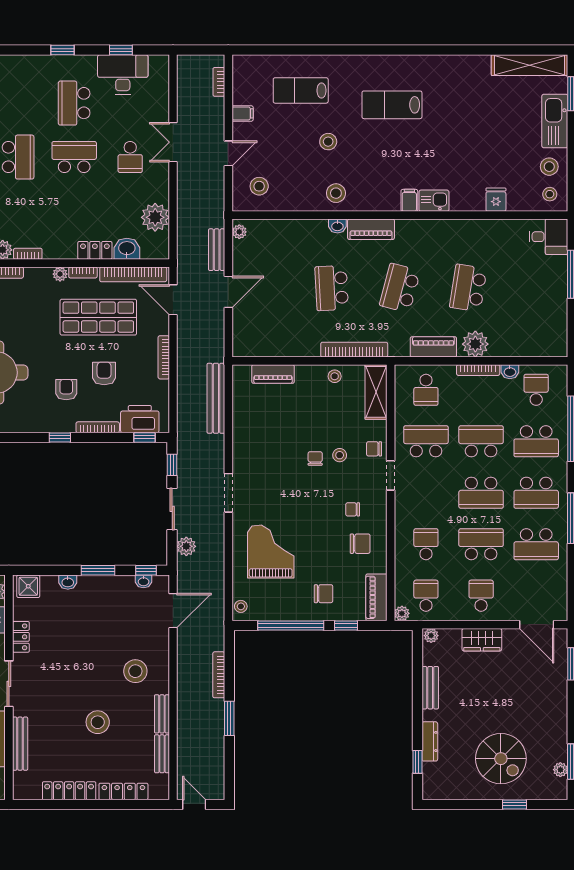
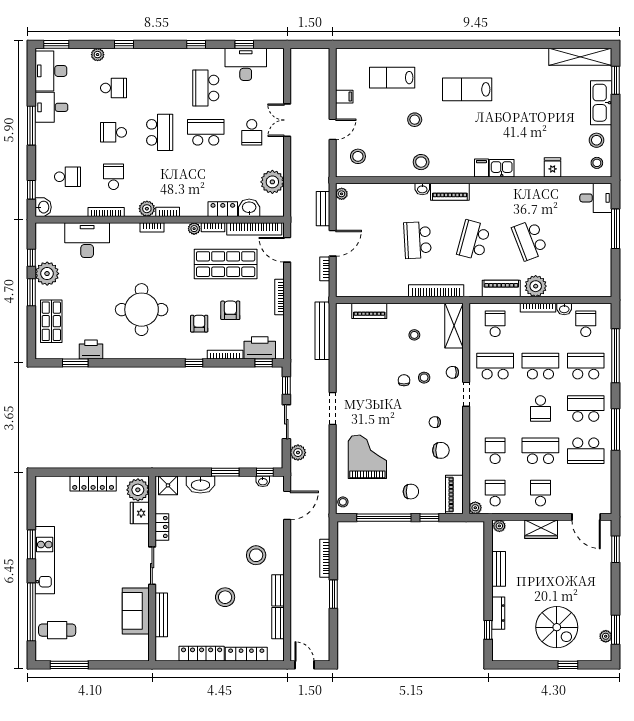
bookcase: (219, 82) -> (325, 269), moved
school desk: (468, 288) -> (530, 240), turned -30
stool: (335, 376) -> (414, 335), moved
school desk: (426, 390) -> (495, 324), turned 180
school desk: (536, 441) -> (586, 366), turned 180
school desk: (481, 493) -> (540, 408), width x0.54
school desk: (536, 493) -> (586, 408), turned 180
washbasin: (68, 582) -> (200, 485), width x1.91, depth x1.45

